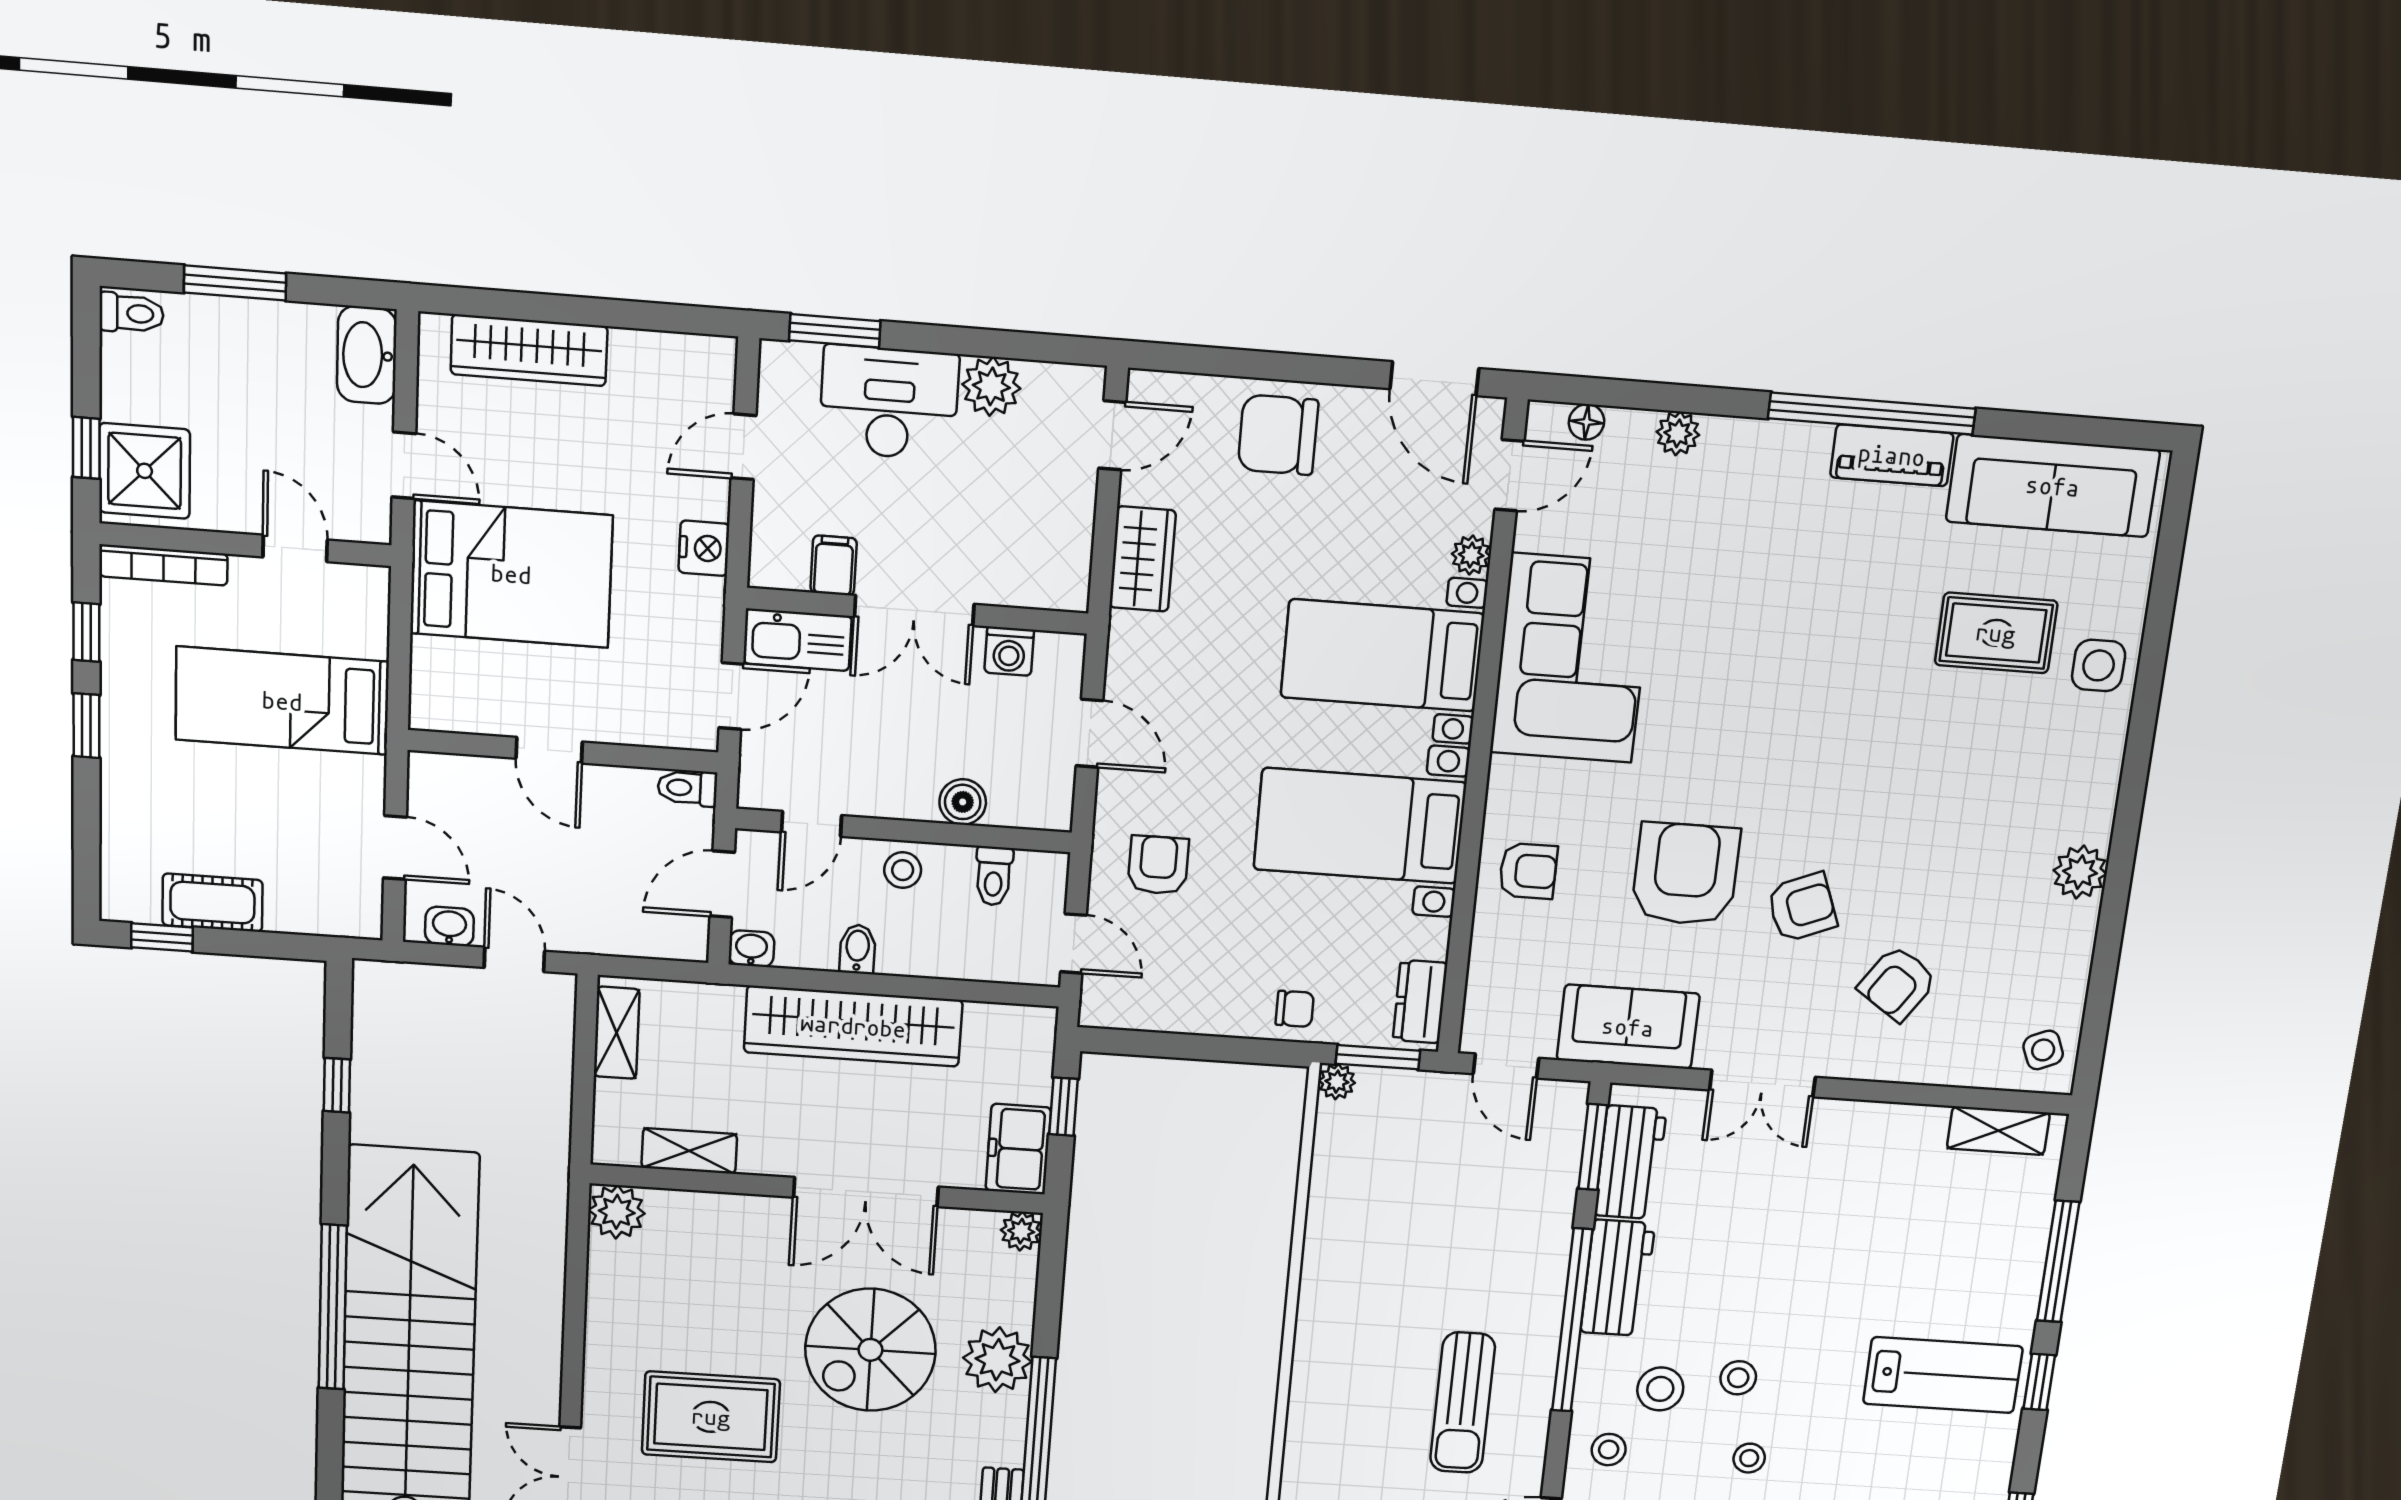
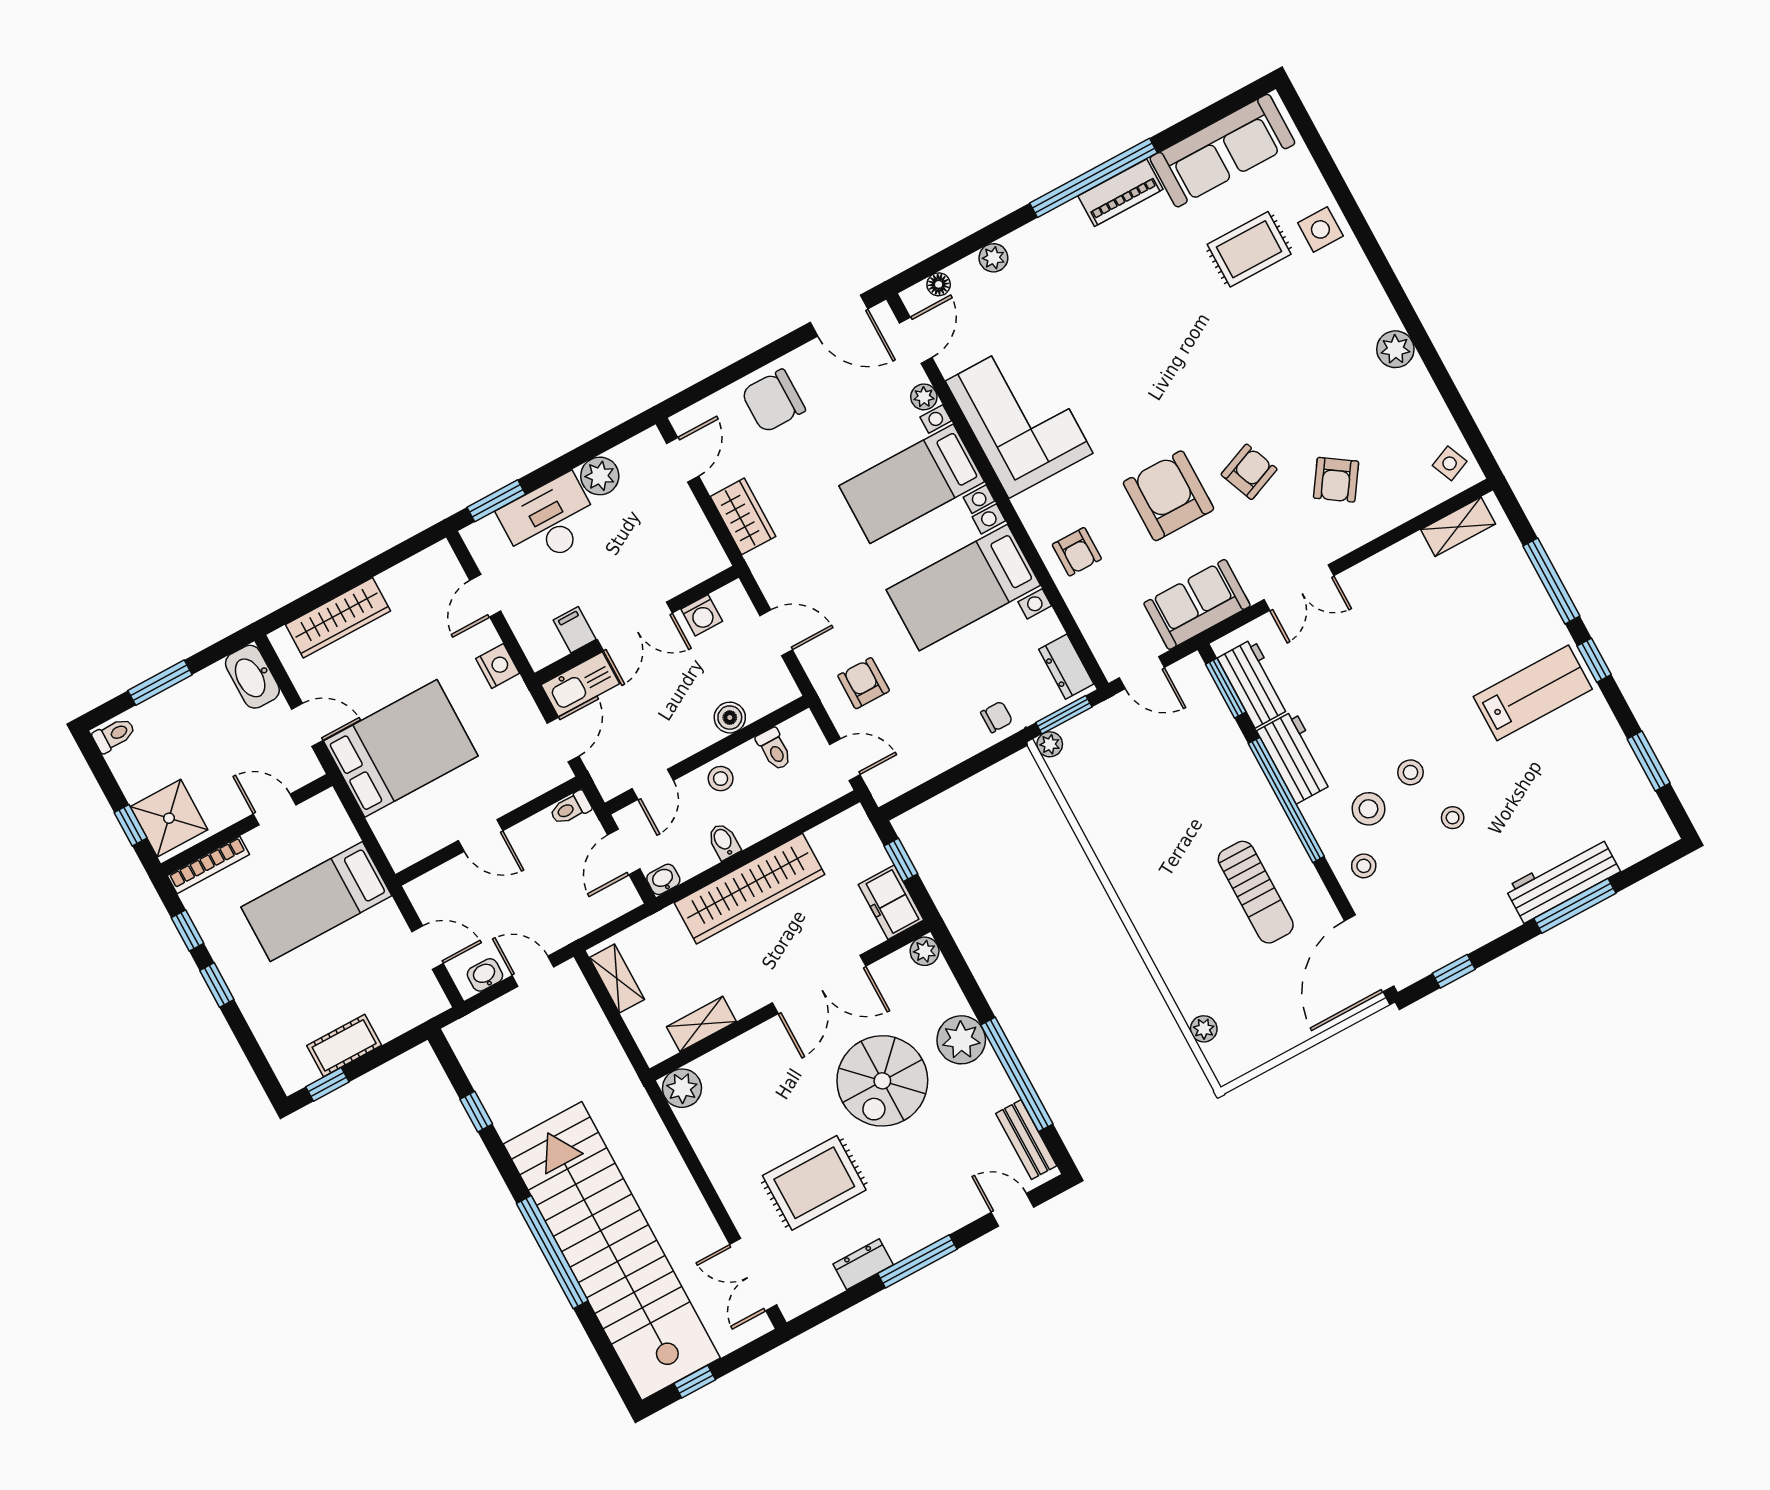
armchair: (1528, 871) -> (1077, 552), turned 90

